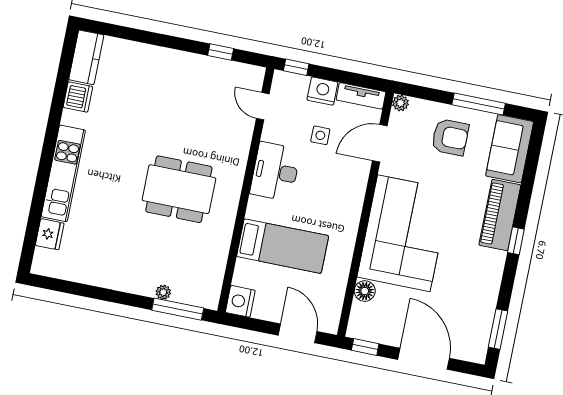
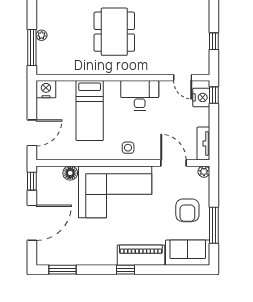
nightstand: (322, 91) -> (201, 97), moved
door: (263, 106) -> (183, 78), swing flipped
side table: (320, 135) -> (128, 148), moved

